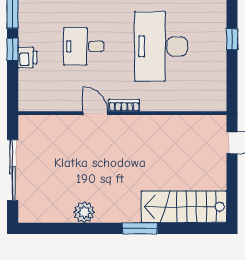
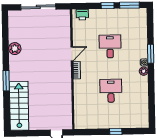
desk: (161, 46) -> (111, 91), width x0.53, depth x0.77
printer: (27, 57) -> (82, 15), moved

